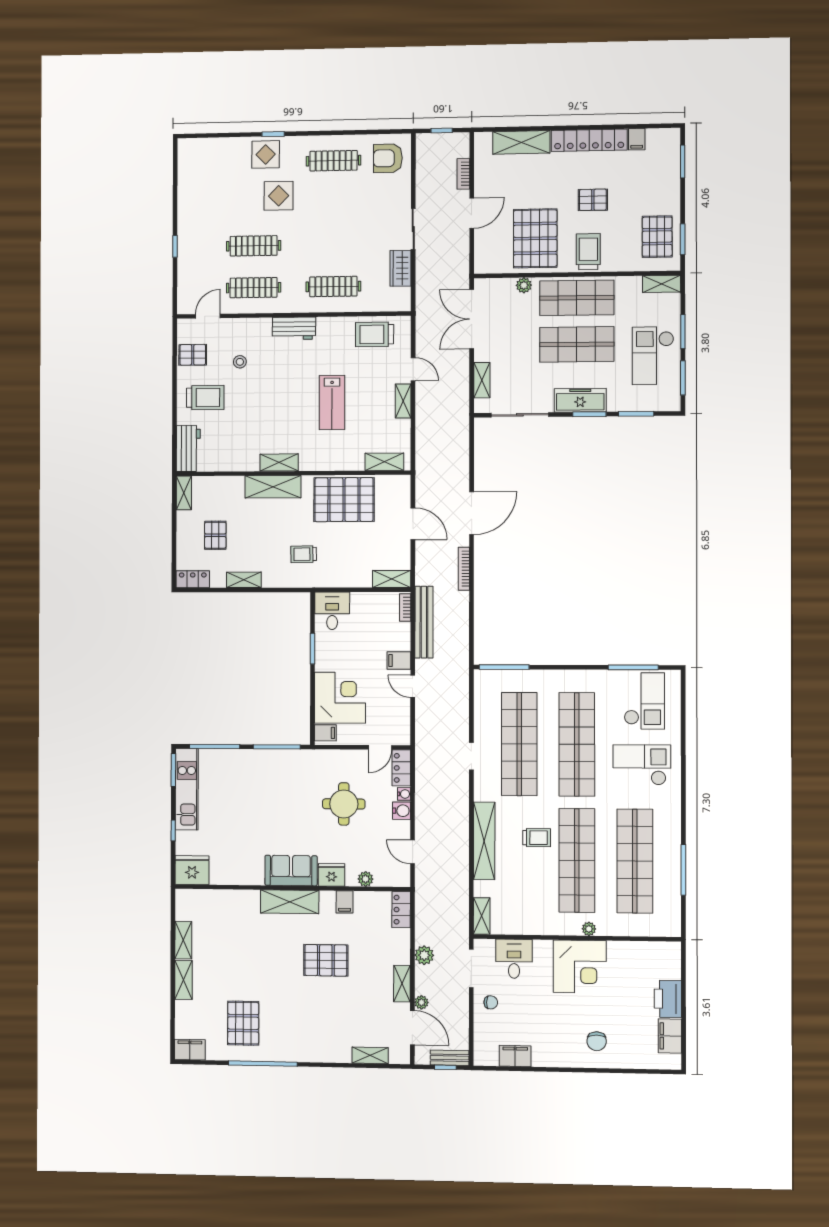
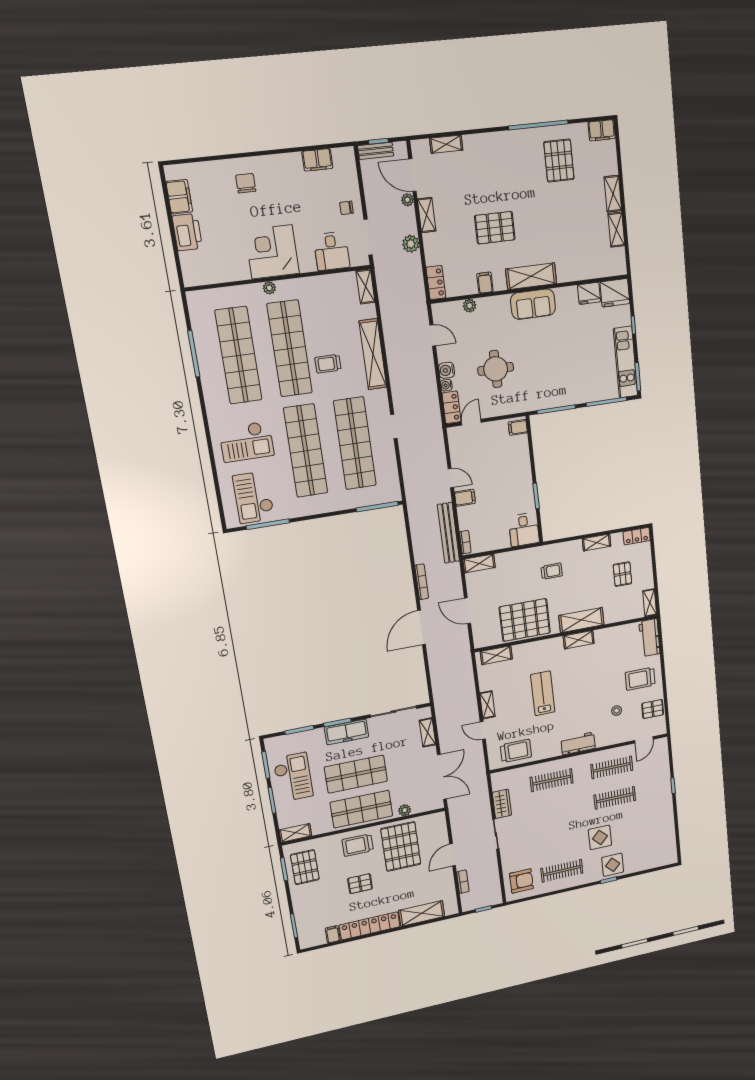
trolley: (588, 252) -> (358, 845), turned 90
corner desk: (340, 698) -> (509, 459), removed
fridge: (331, 875) -> (589, 293), moved

